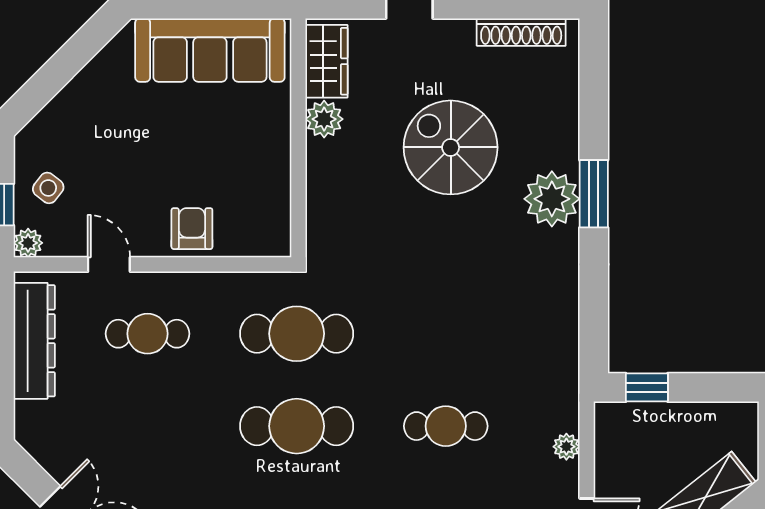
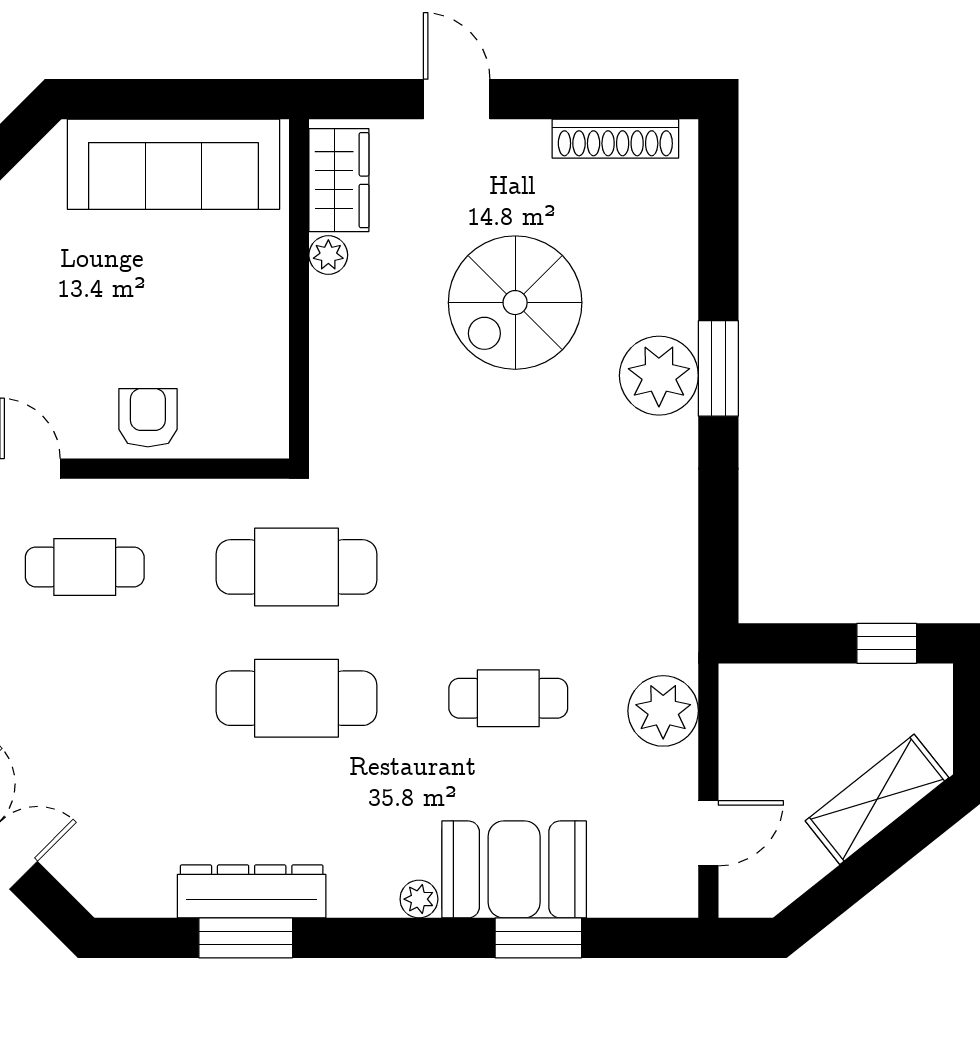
plant: (324, 119) -> (328, 255), width x0.73, depth x0.73
spiral stairs: (451, 147) -> (515, 303), turned -90
window: (647, 387) -> (887, 643), moved
plant: (566, 447) -> (663, 711), width x1.88, depth x1.88

